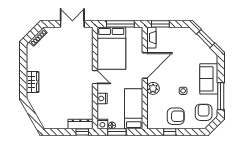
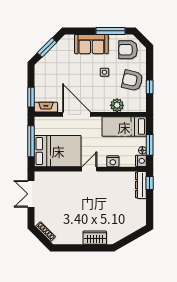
plant: (153, 88) -> (117, 105), moved
armchair: (176, 116) -> (132, 80), turned -77

